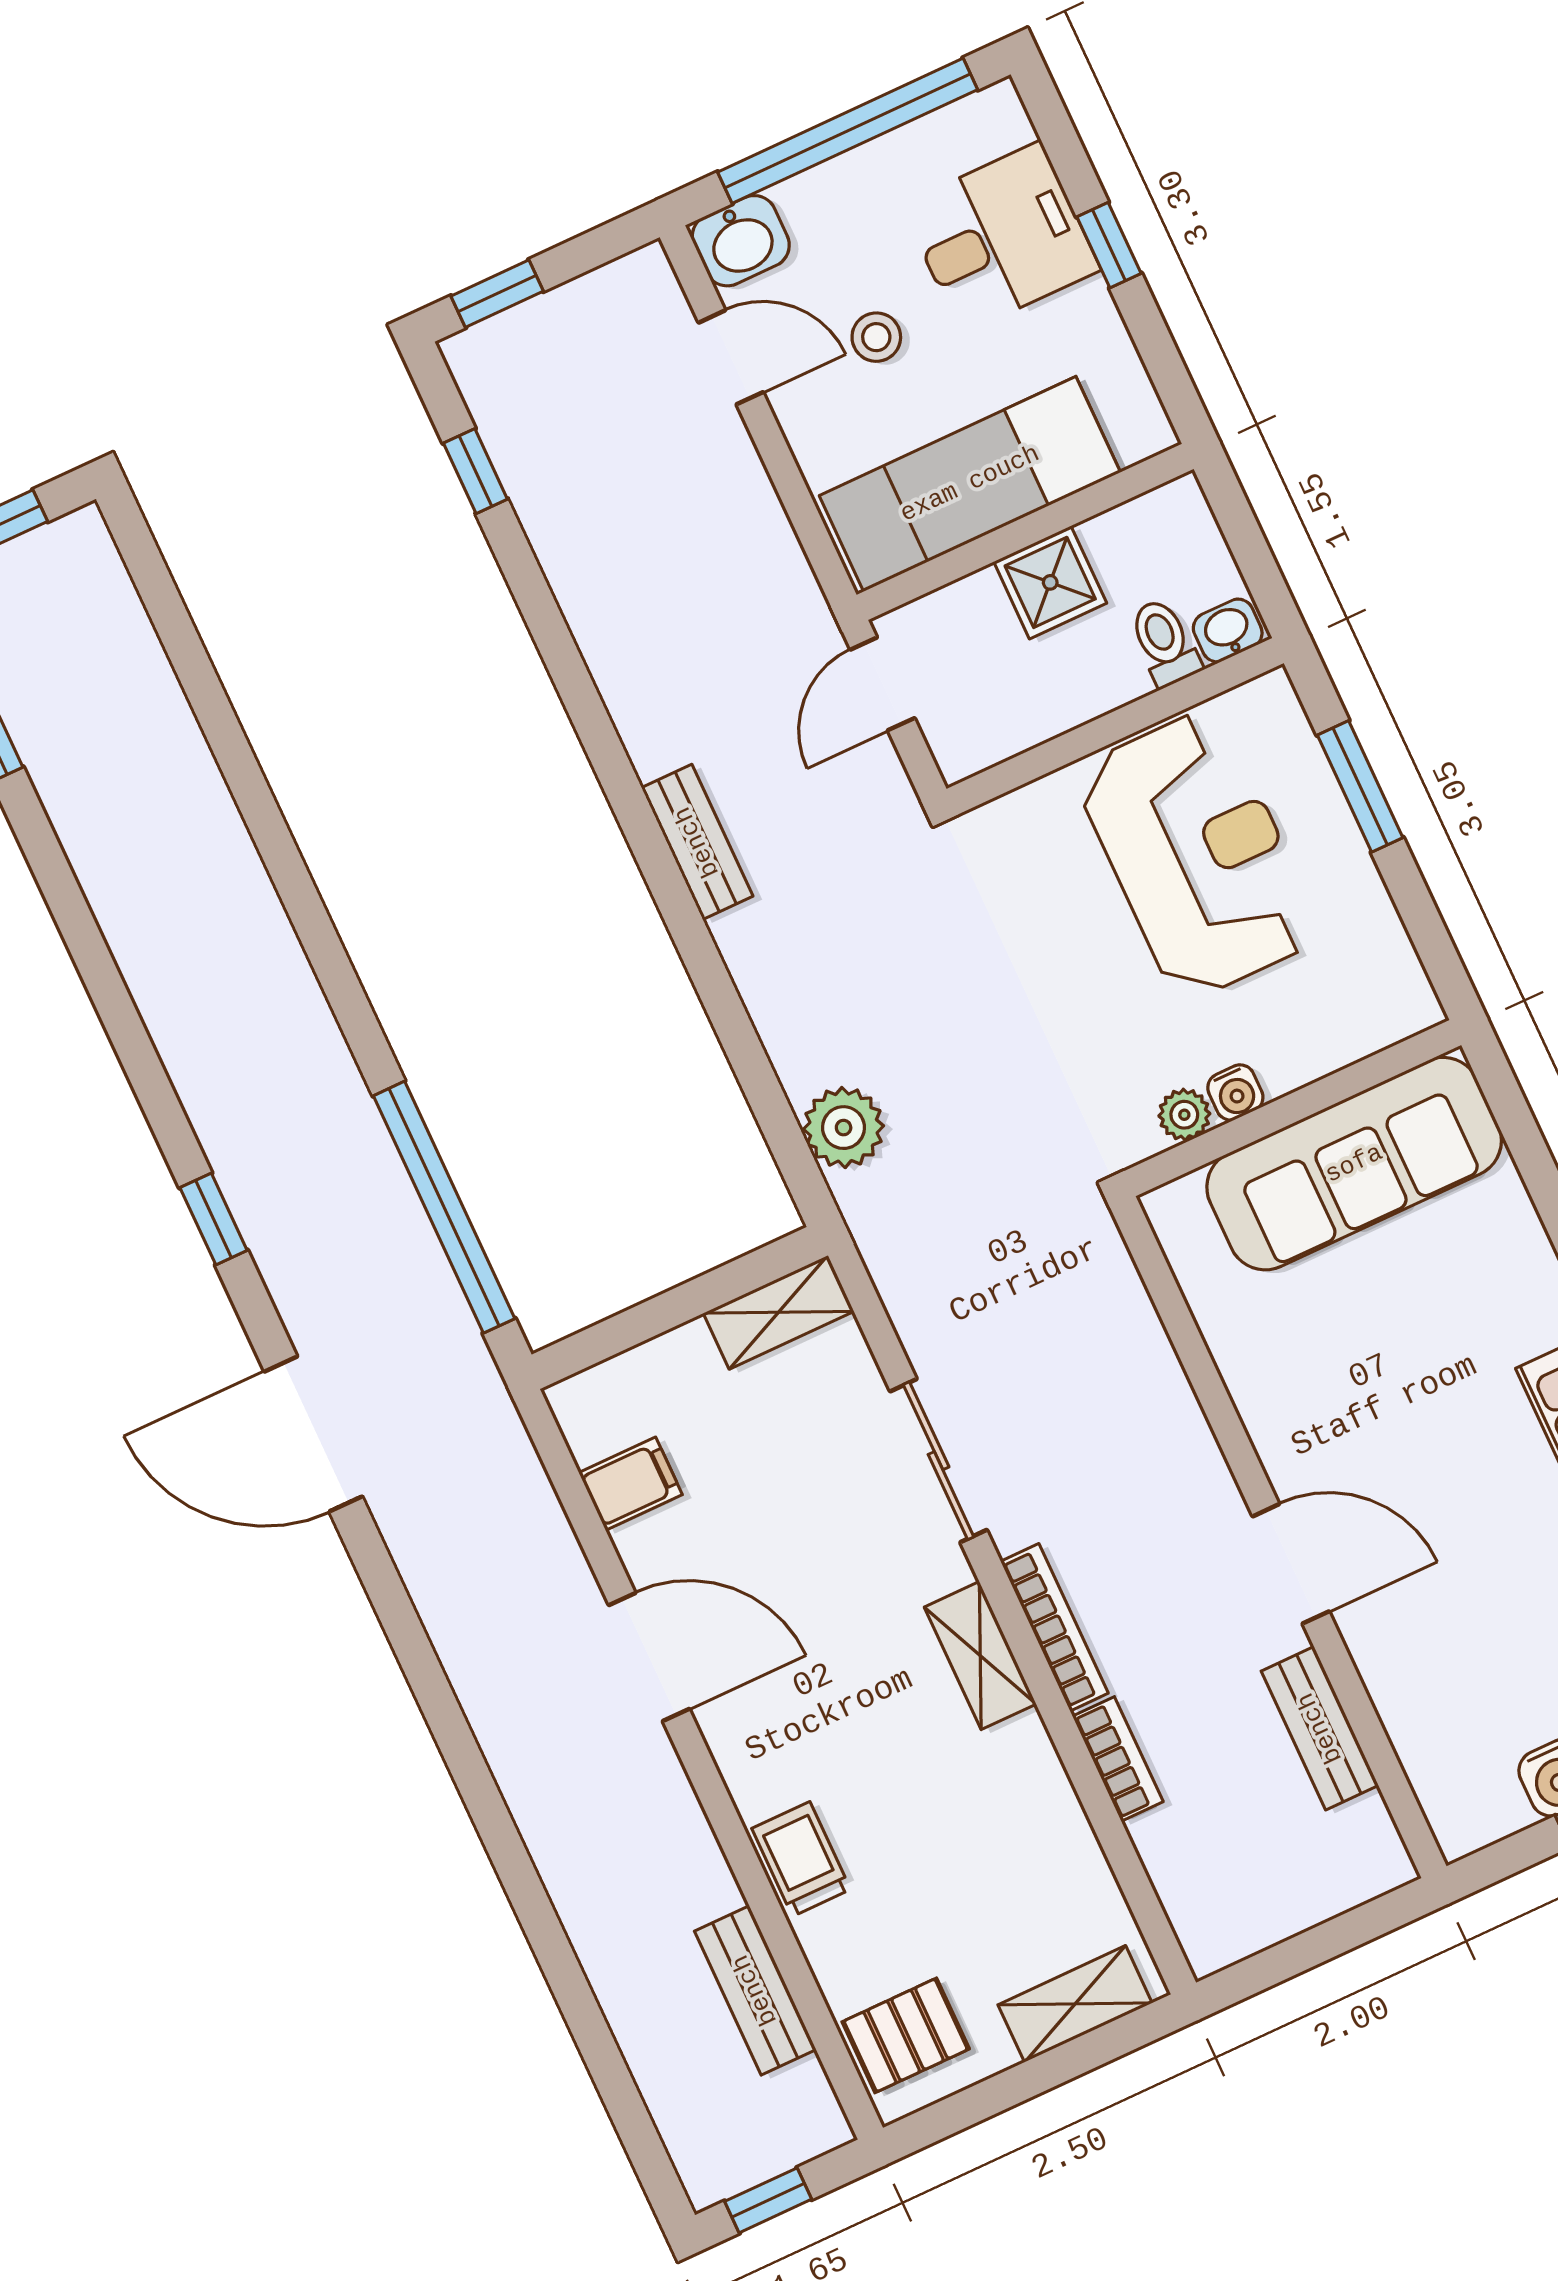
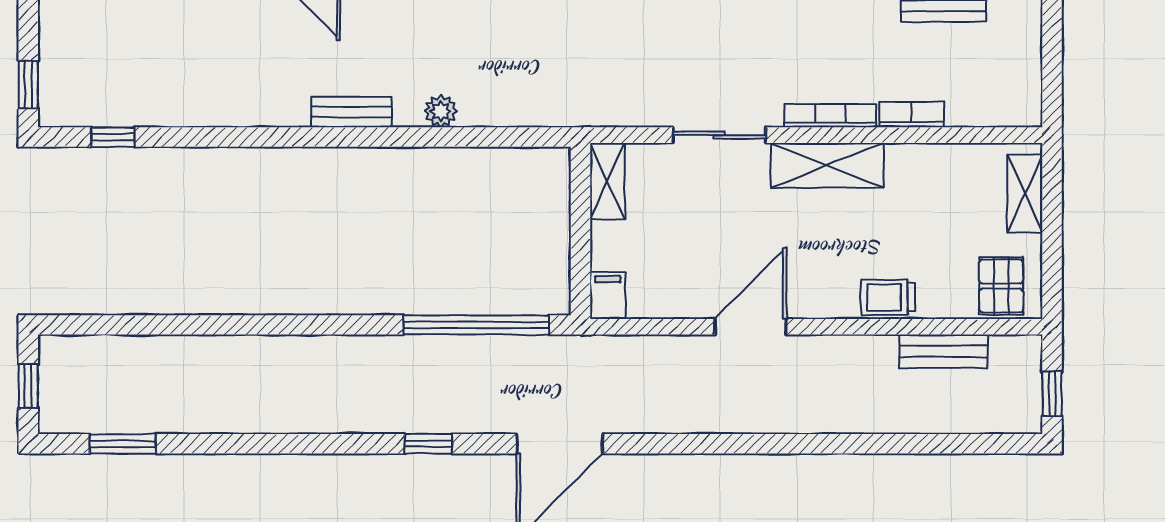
plant: (844, 1128) -> (441, 111), moved, width x0.73, depth x0.73
filing cabinet: (631, 1484) -> (608, 296), moved
shelving: (980, 1656) -> (827, 165), width x1.50, depth x1.33

